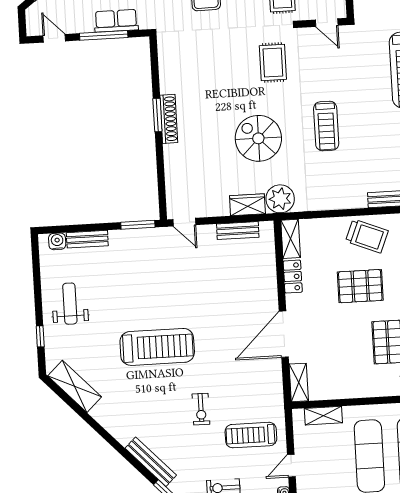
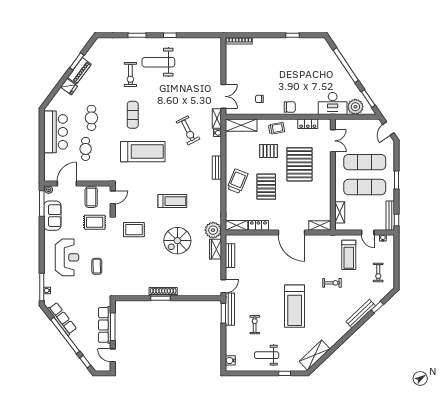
row of seats: (116, 21) -> (105, 325), width x1.48
door: (54, 38) -> (113, 355), hinge flipped
bench: (87, 239) -> (230, 309), moved, width x1.36
exercise bike: (121, 280) -> (255, 325), added
treadmill: (157, 347) -> (295, 306), turned 180

